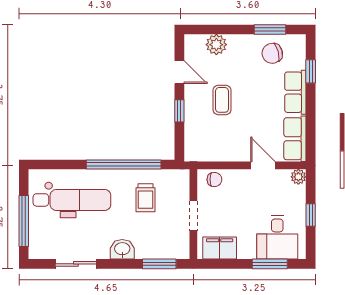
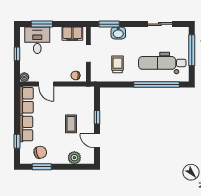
window: (124, 165) -> (156, 85), moved
washbasin: (122, 249) -> (118, 33), moved

